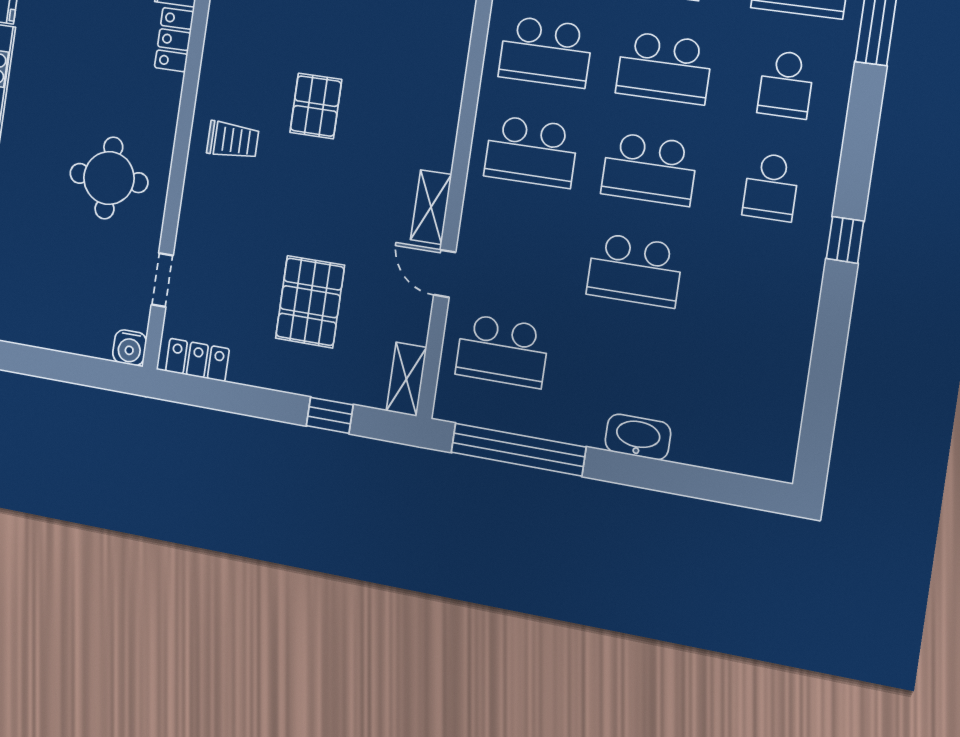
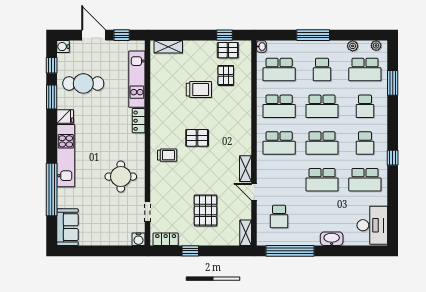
pallet: (316, 106) -> (197, 138), turned 90
school desk: (756, 289) -> (365, 180), added
school desk: (502, 351) -> (279, 216), width x0.54
window: (330, 415) -> (190, 251), moved
desk: (758, 420) -> (372, 225), added

